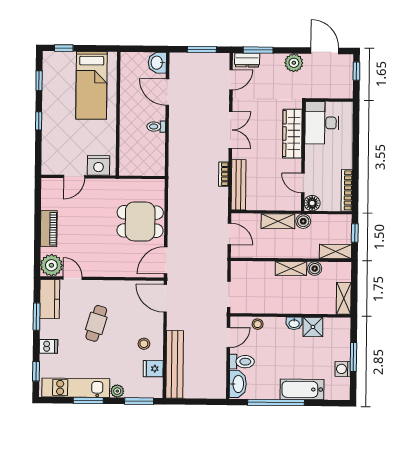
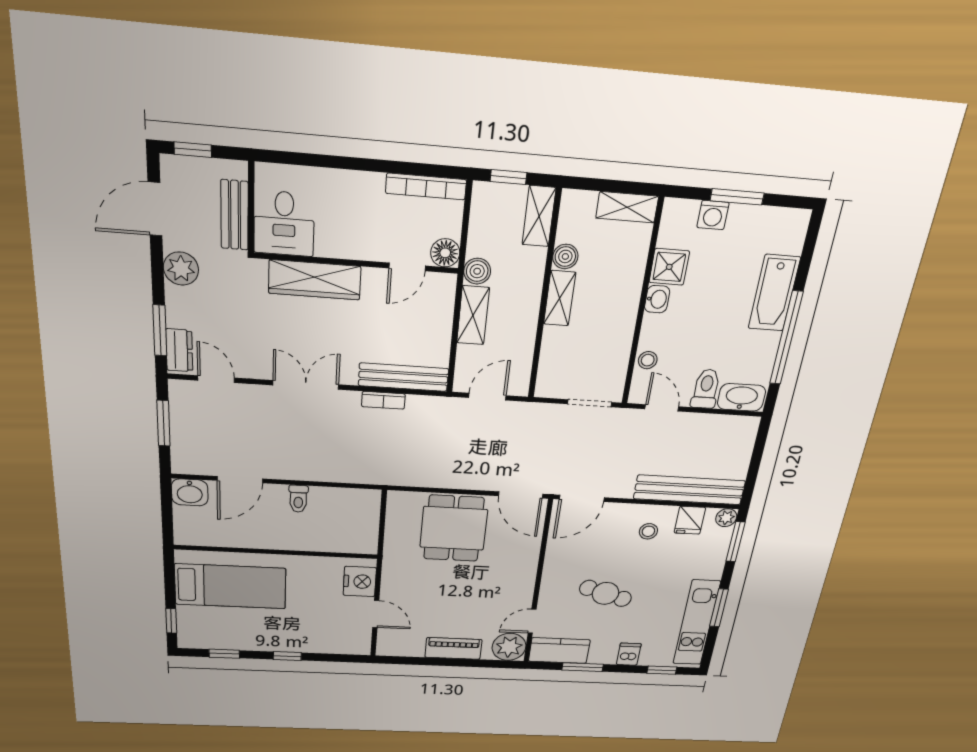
bench: (325, 91) -> (235, 215), added
desk: (322, 123) -> (284, 223), width x0.73
washing machine: (343, 369) -> (713, 215), moved
plant: (117, 391) -> (726, 518), moved

